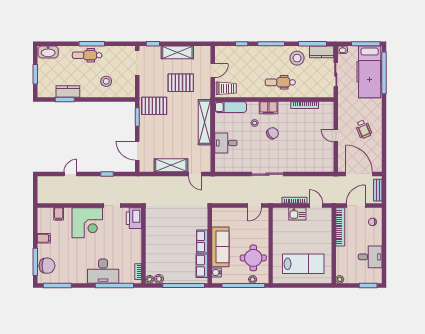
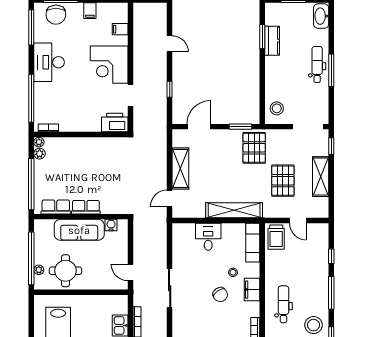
stool: (106, 81) -> (277, 108), moved
desk: (103, 271) -> (49, 62), moved
water cooler: (216, 272) -> (111, 225), moved

